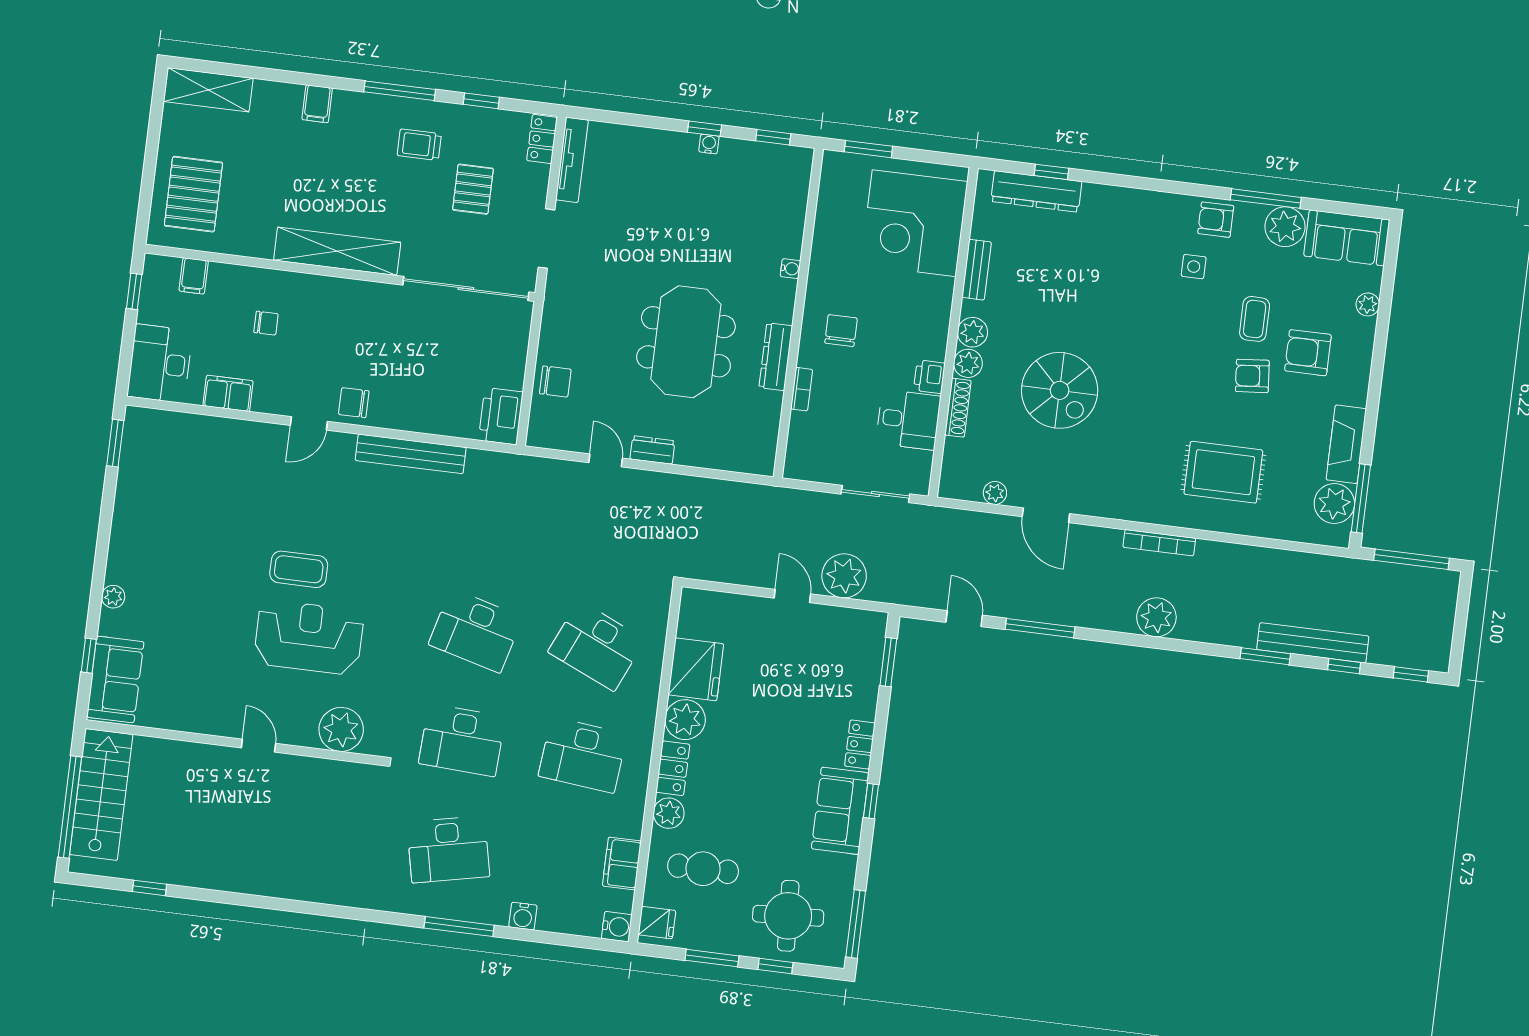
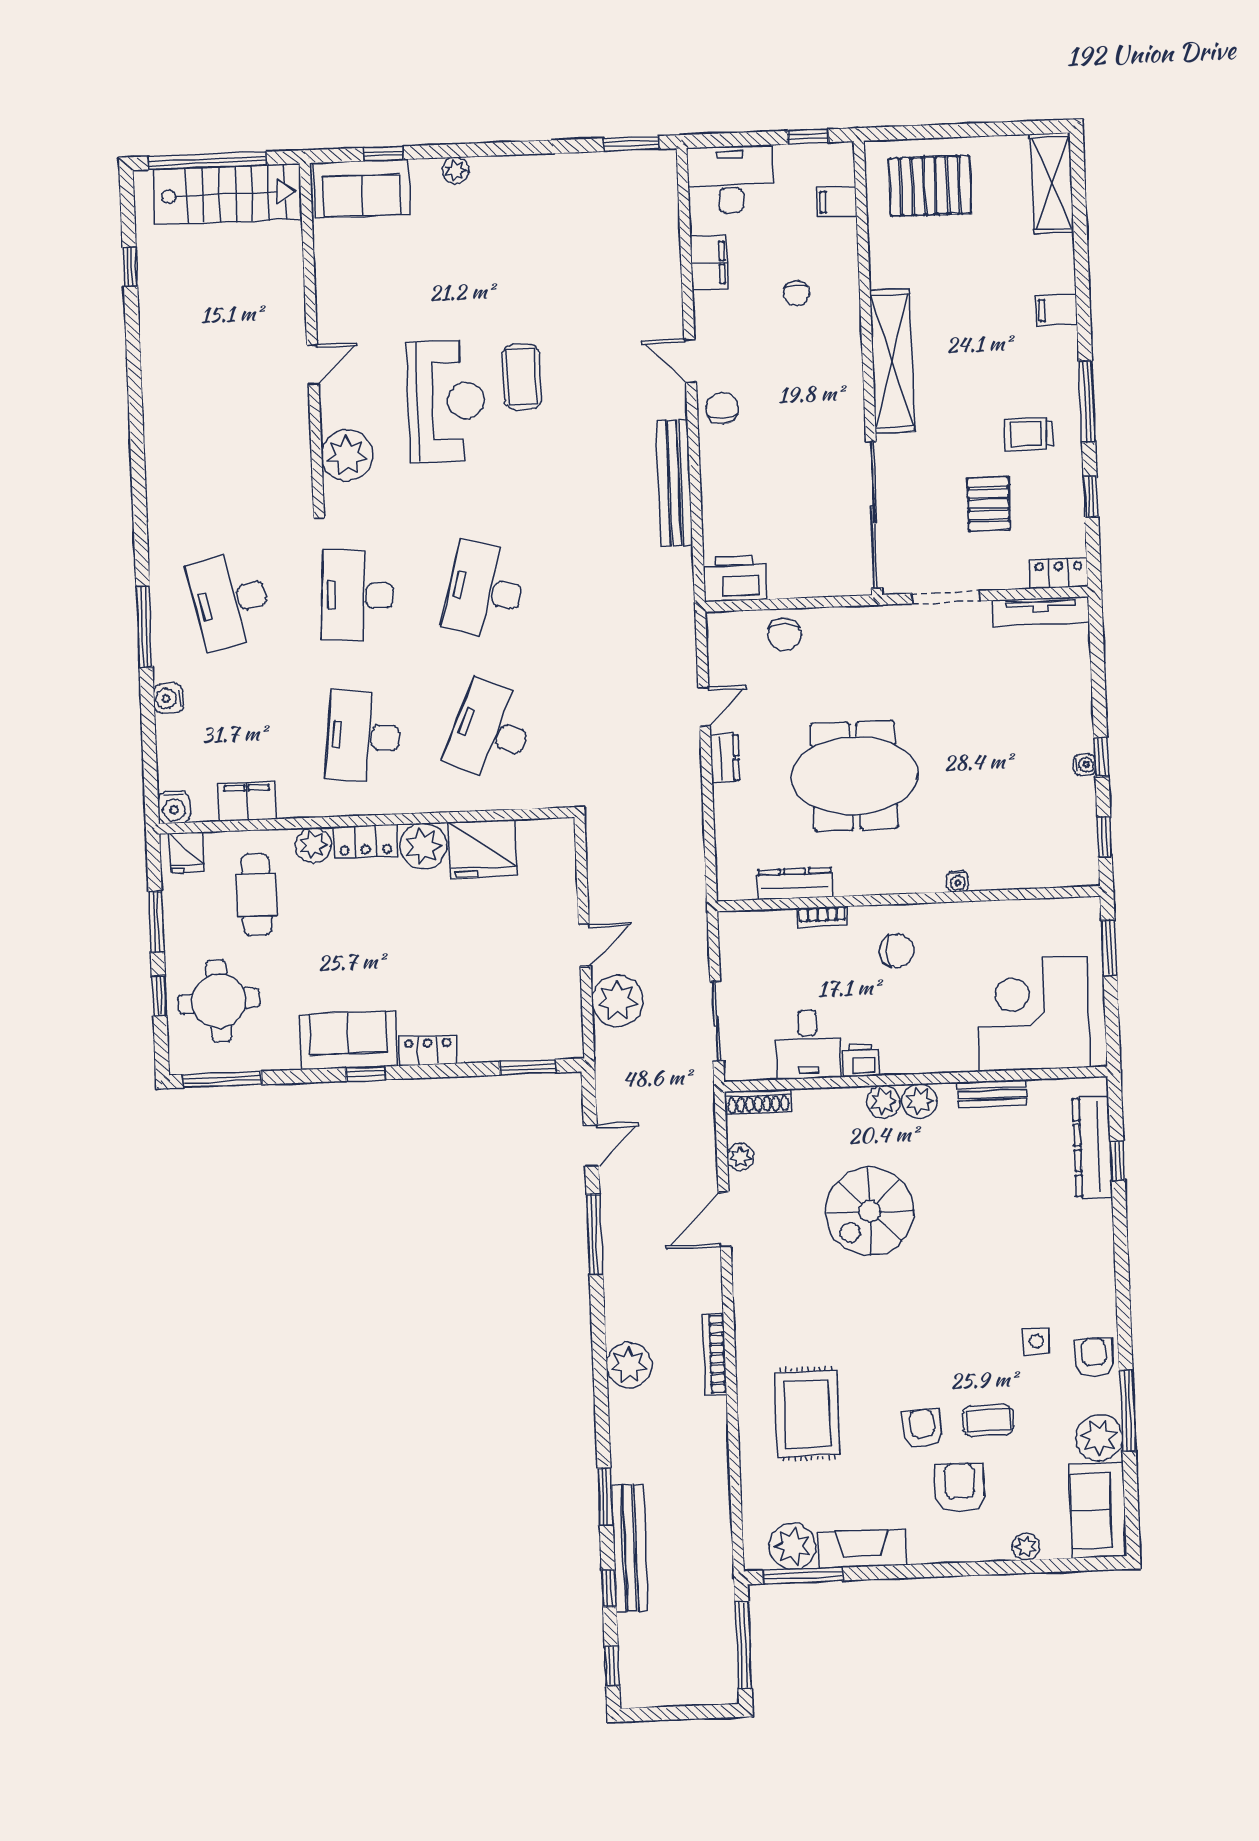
trolley: (419, 145) -> (1029, 434), turned -90
pallet: (473, 189) -> (989, 504), turned 90
dresser: (776, 357) -> (795, 884), moved
shoe rack: (958, 408) -> (758, 1102), moved

